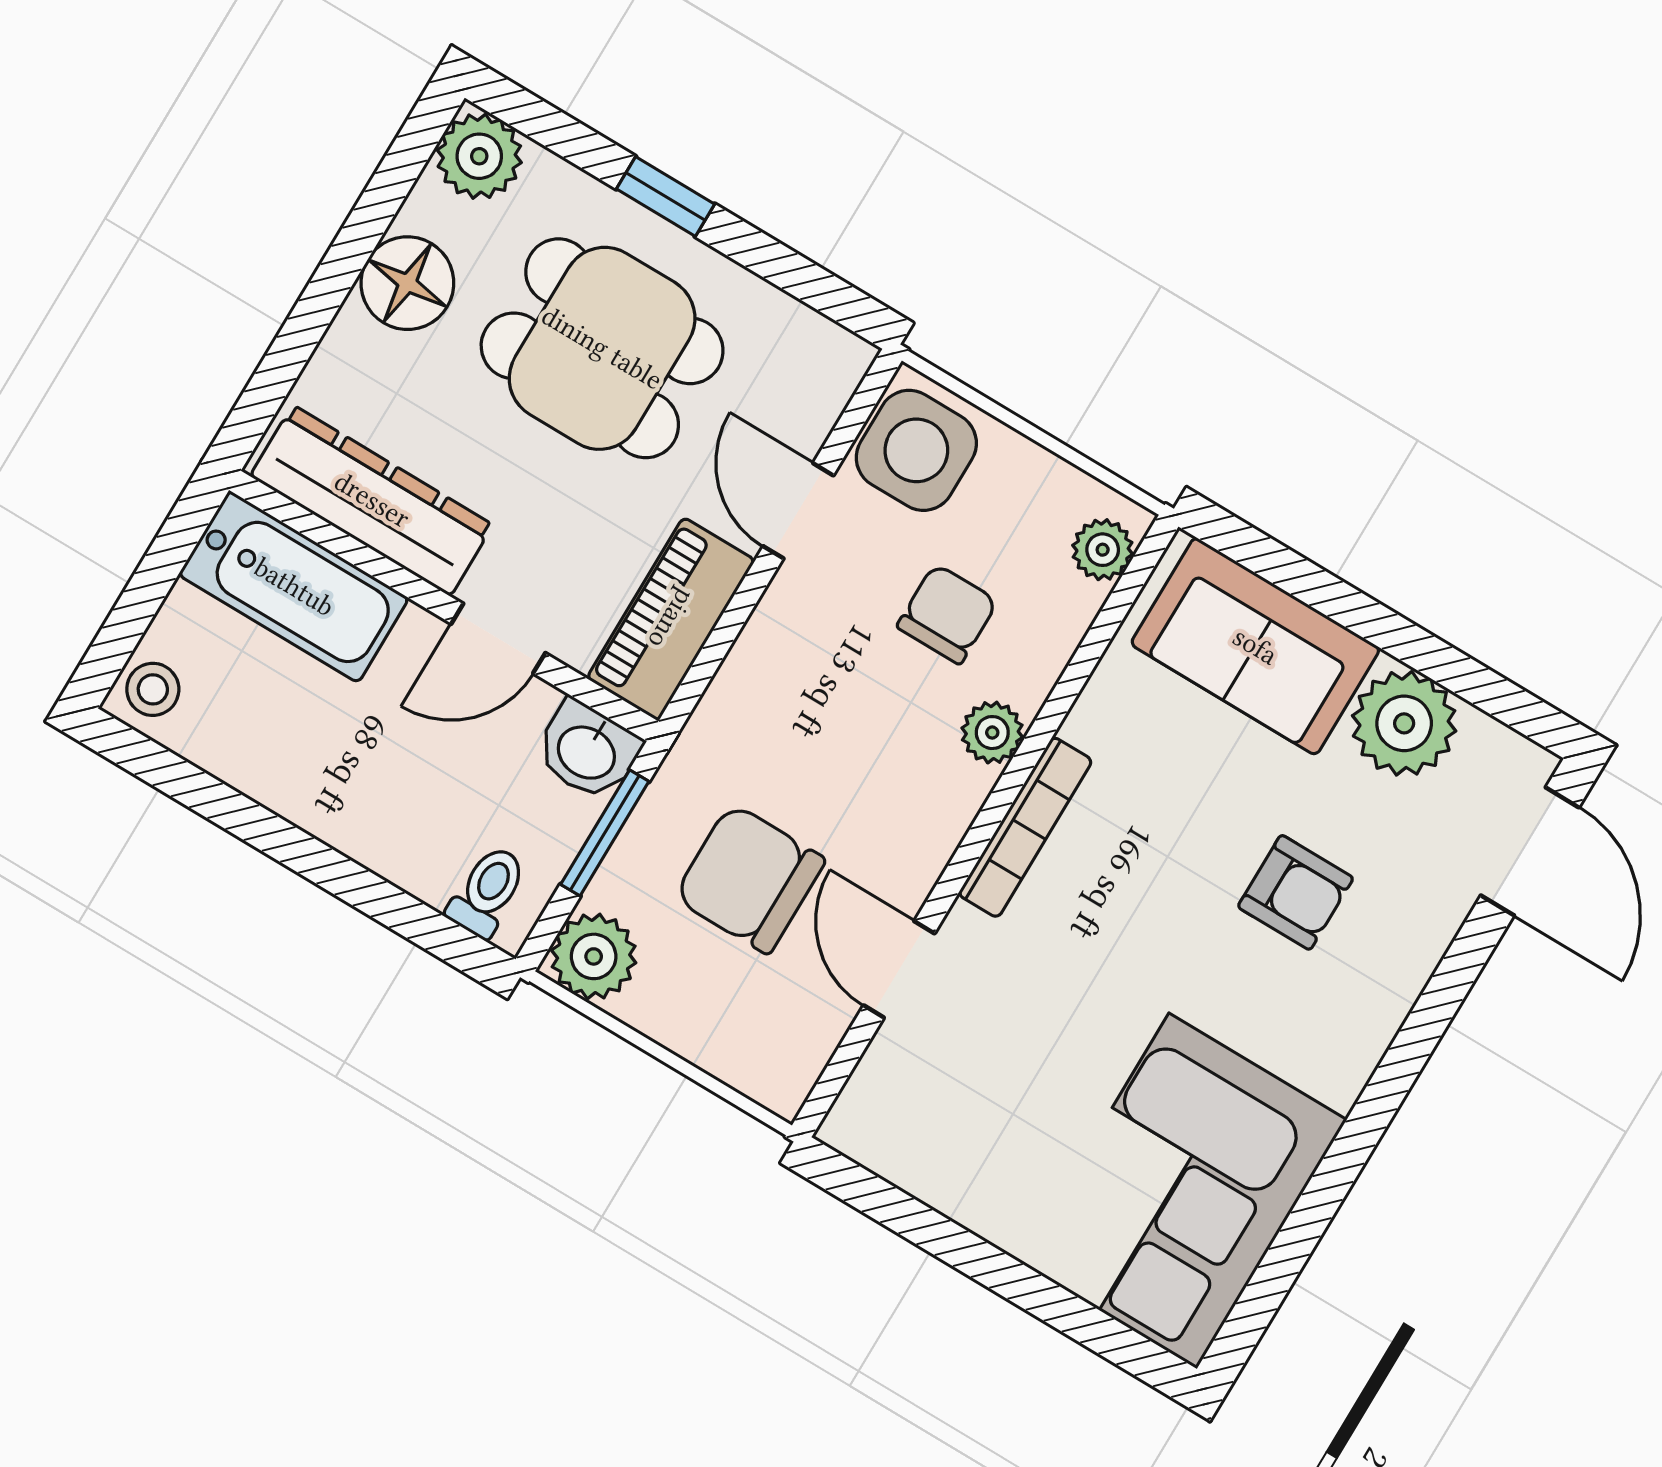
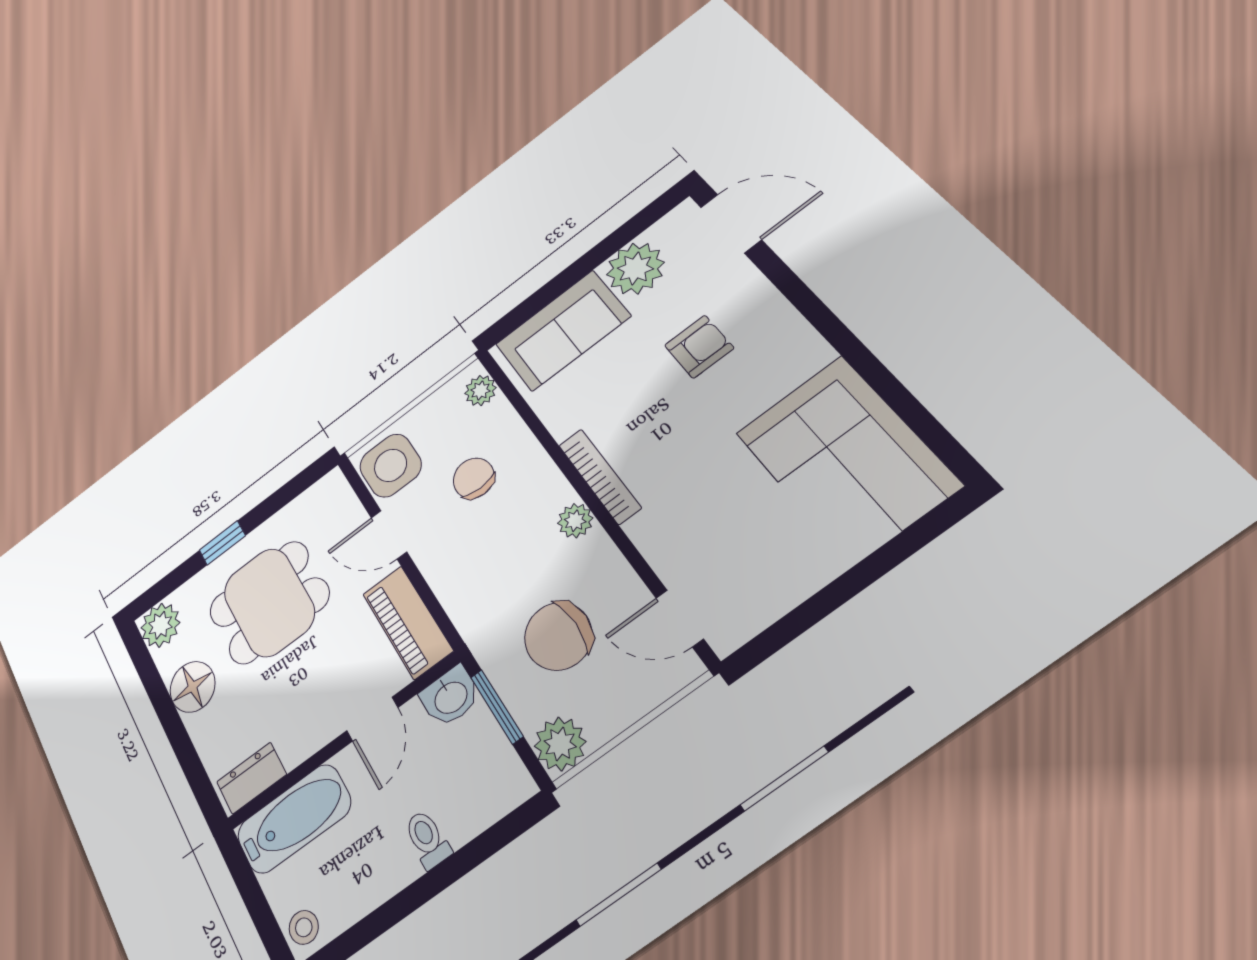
dresser: (372, 500) -> (252, 778), width x0.51, depth x0.80
plant: (992, 733) -> (575, 521), moved
toilet: (487, 892) -> (427, 839), moved
door: (899, 969) -> (680, 618), moved

